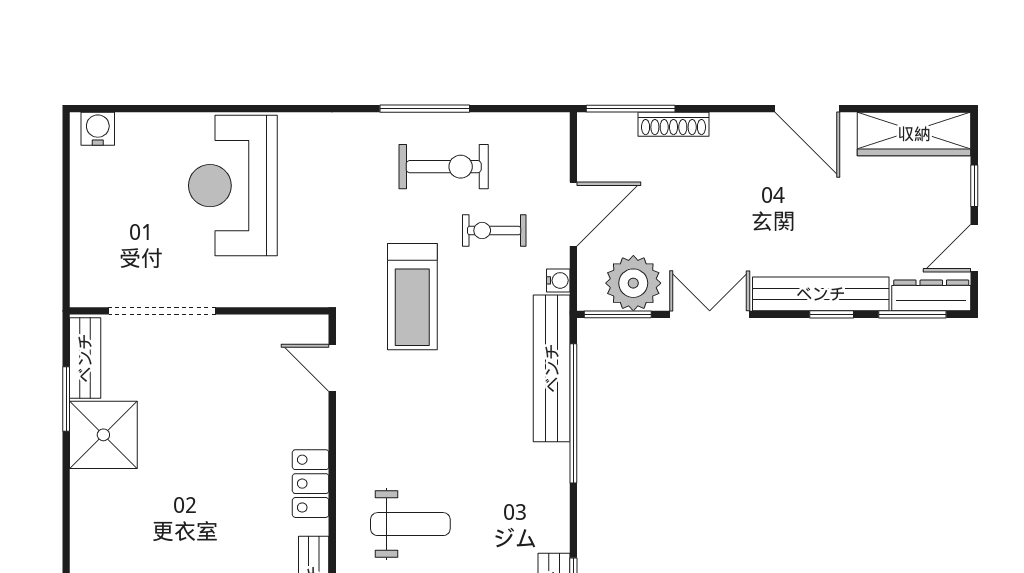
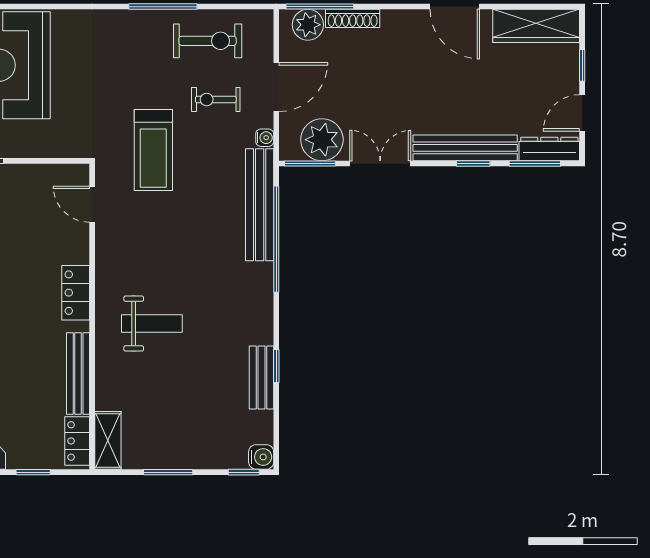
plant: (615, 132) -> (308, 25), added
exercise bike: (444, 167) -> (208, 41), moved

